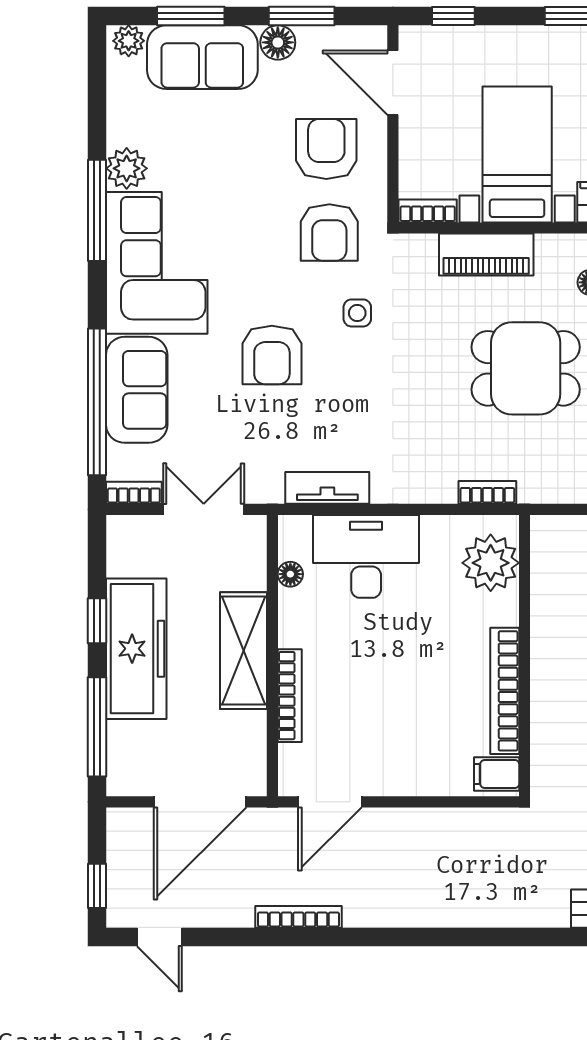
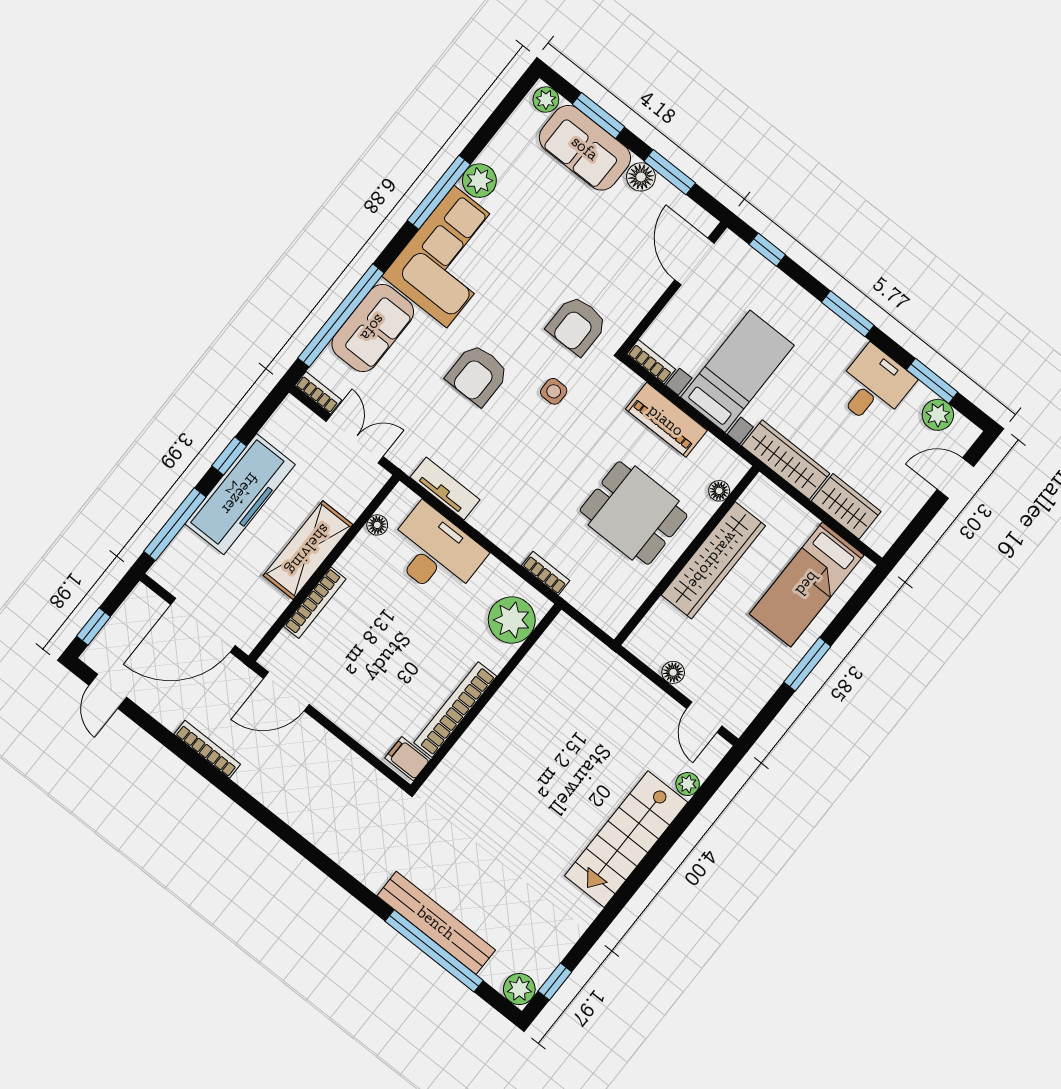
armchair: (326, 149) -> (618, 270), removed

